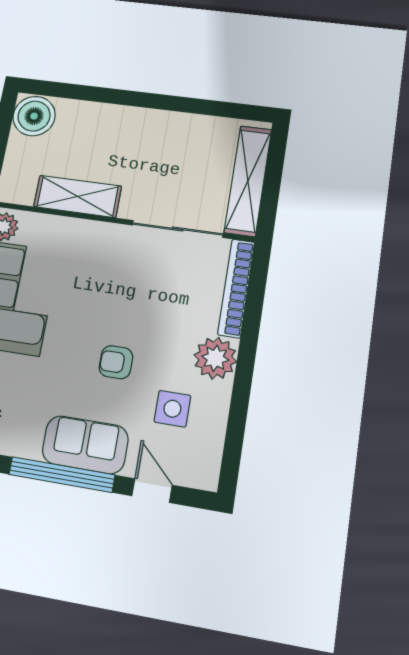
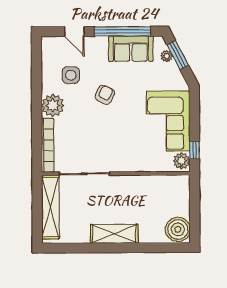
shelving: (78, 196) -> (114, 234), moved
armchair: (116, 362) -> (105, 95), turned -64
sofa: (85, 445) -> (131, 49), moved

